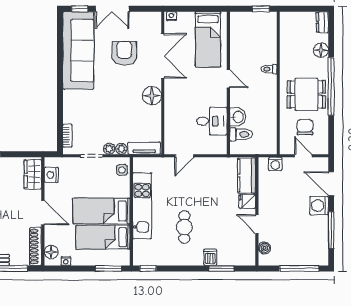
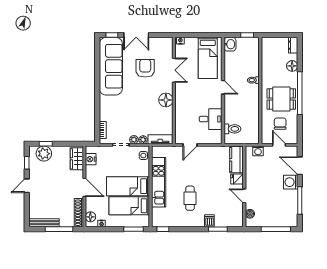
double door: (163, 56) -> (174, 70), width x0.73
washbasin: (238, 117) -> (230, 44), moved

